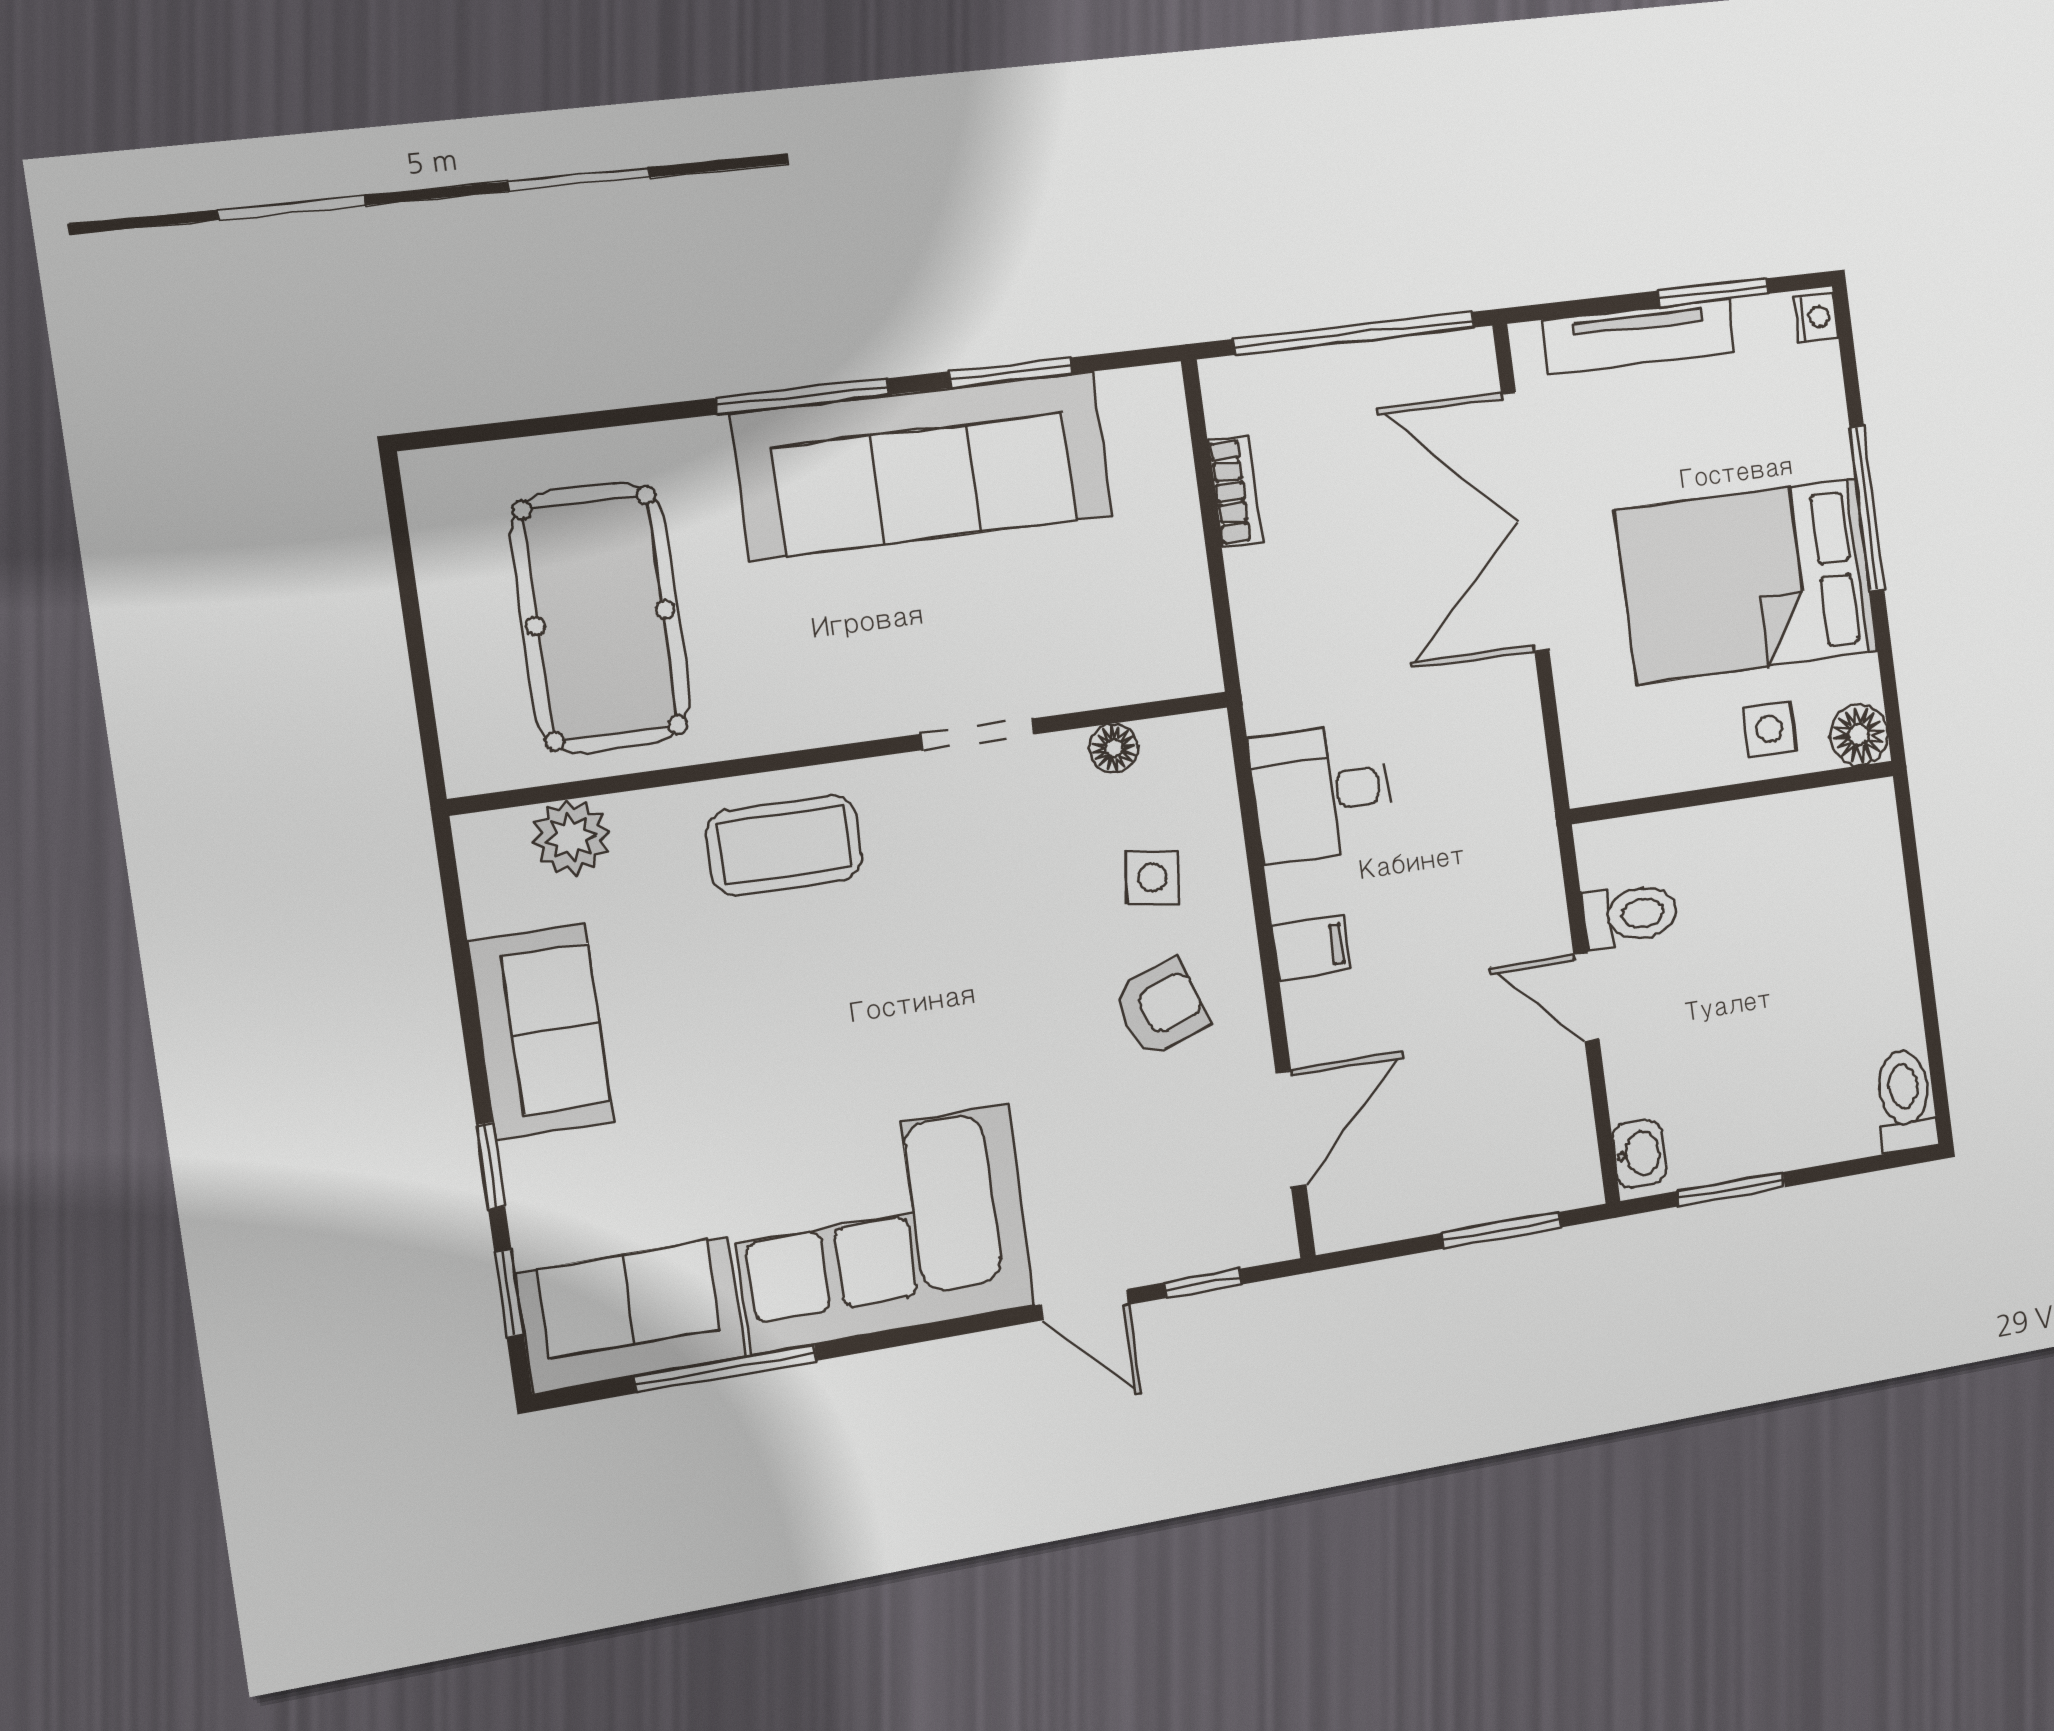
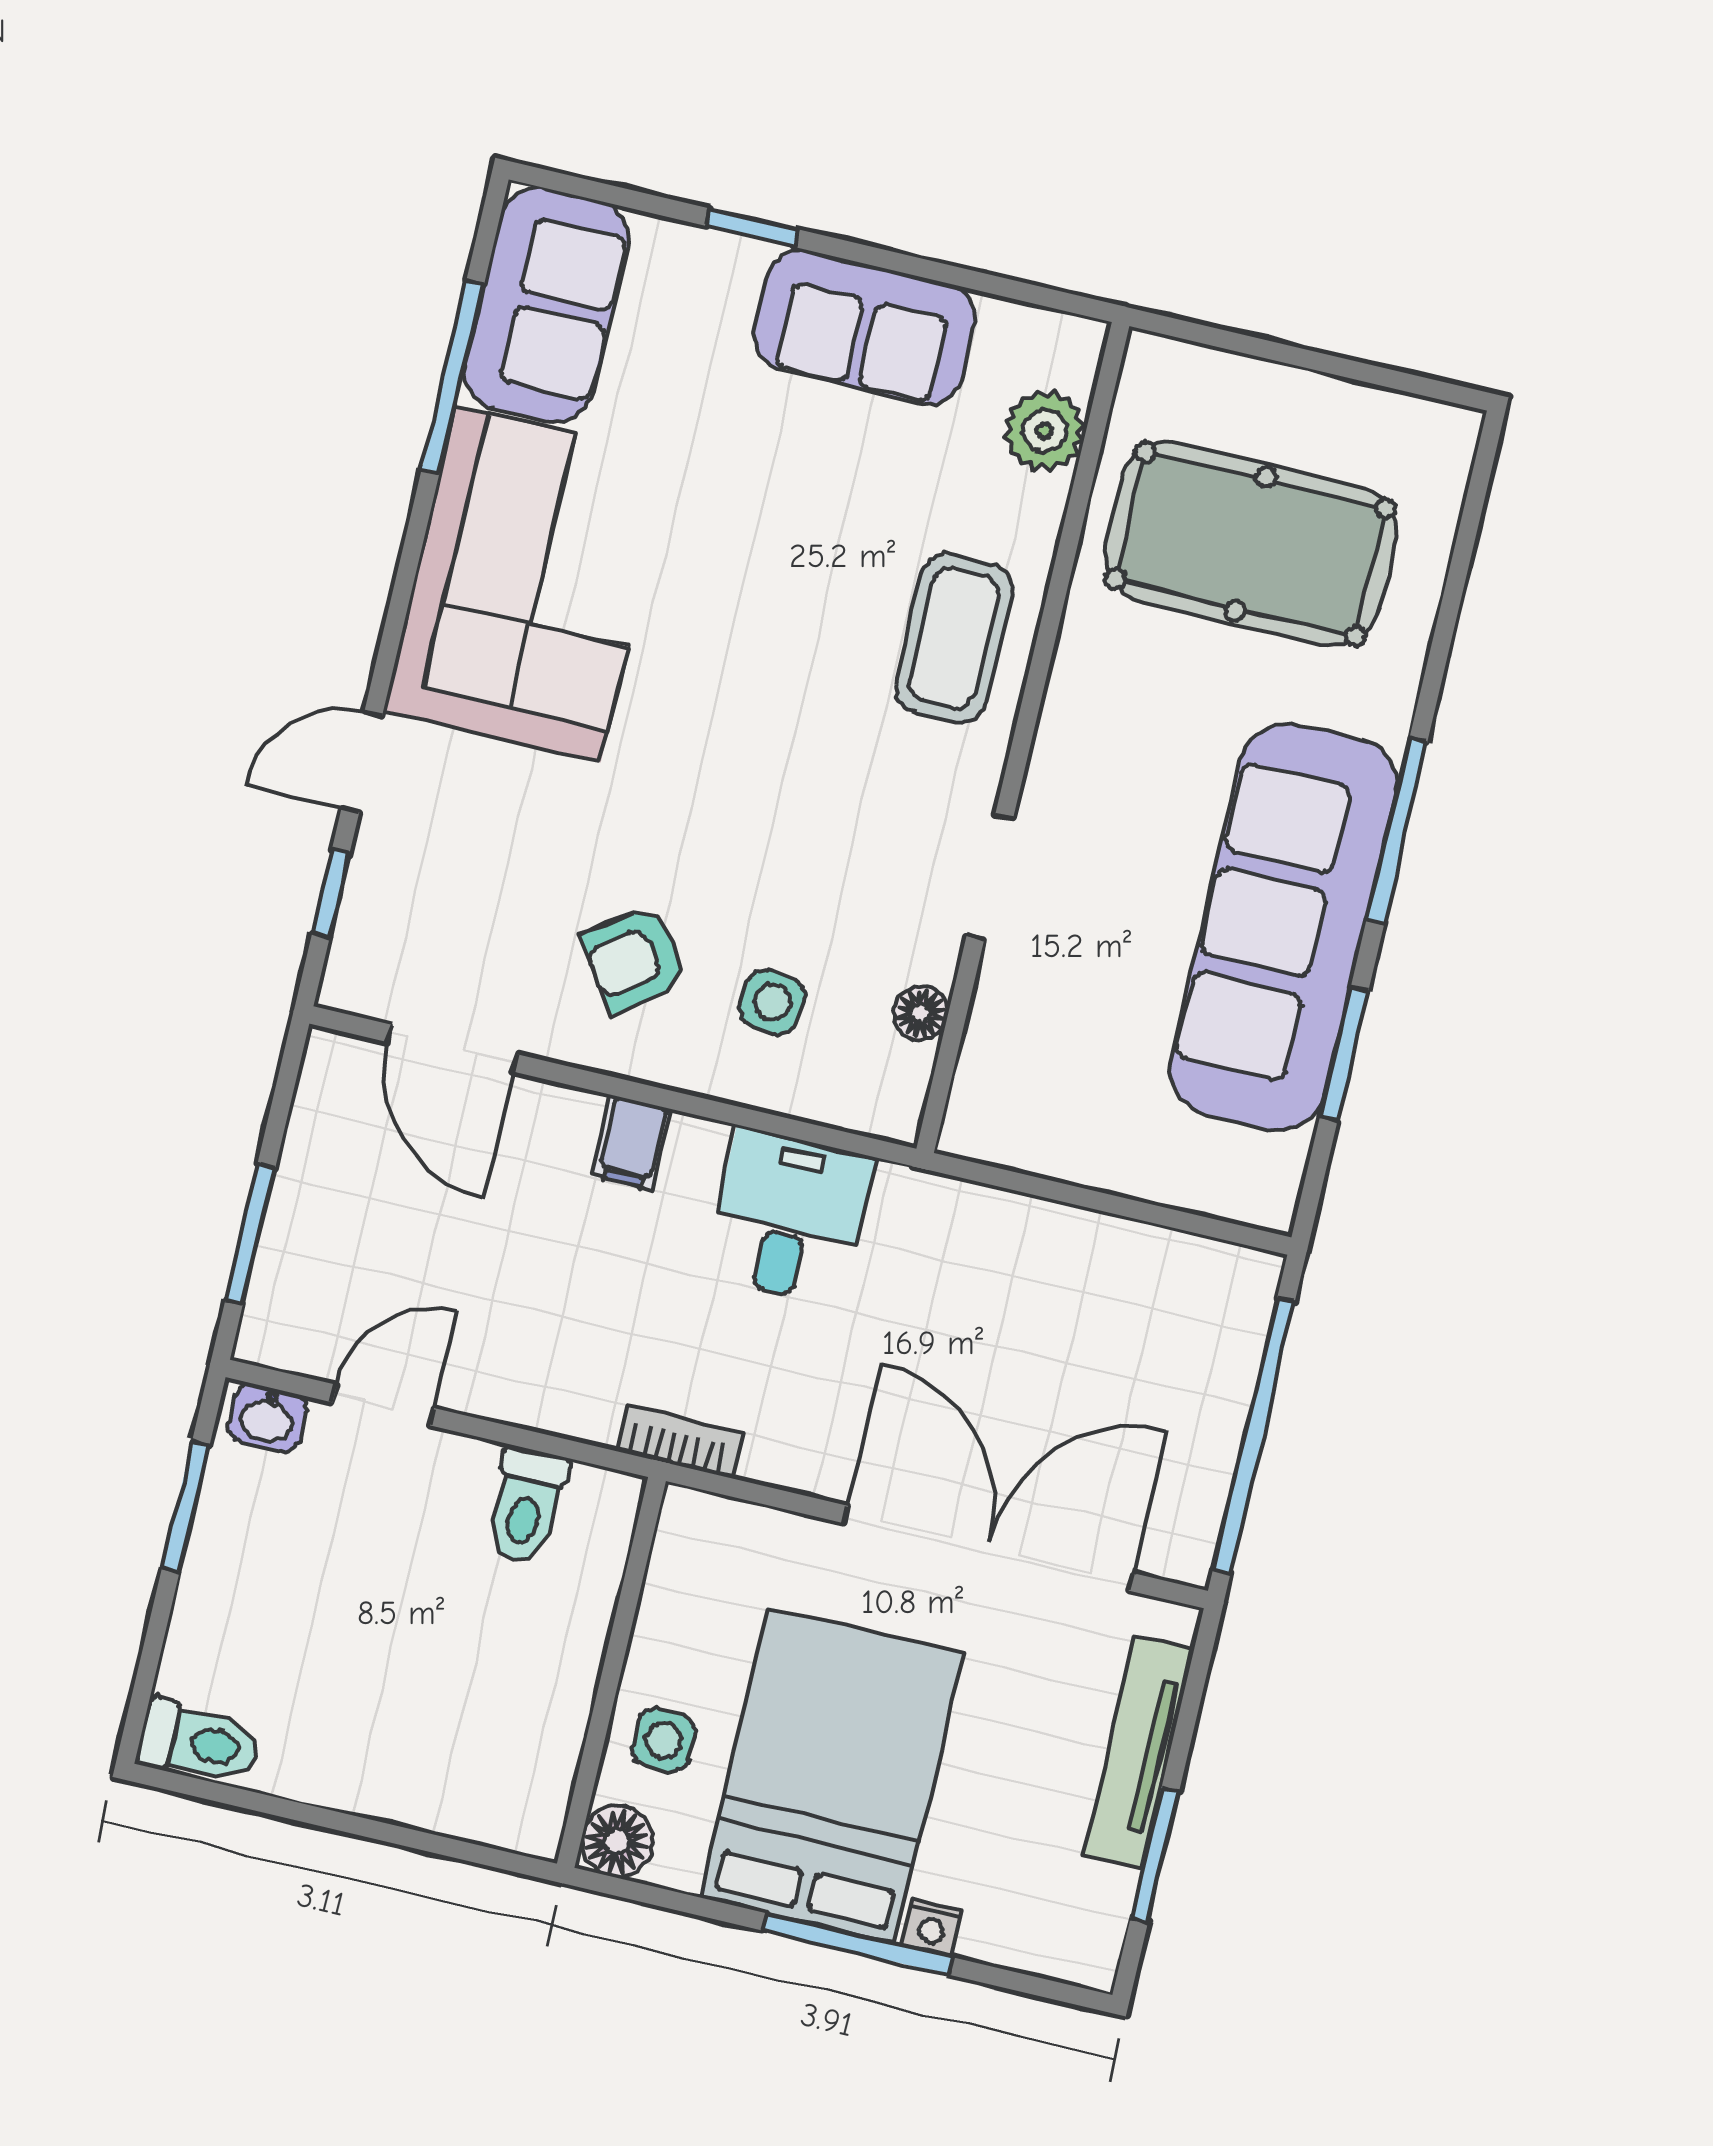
nightstand: (1816, 317) -> (932, 1927), moved
bookcase: (1235, 491) -> (679, 1441), moved, turned 180
door: (1586, 997) -> (383, 1405), moved
armchair: (1160, 1008) -> (635, 959), turned 73
window: (509, 1293) -> (619, 196), removed

